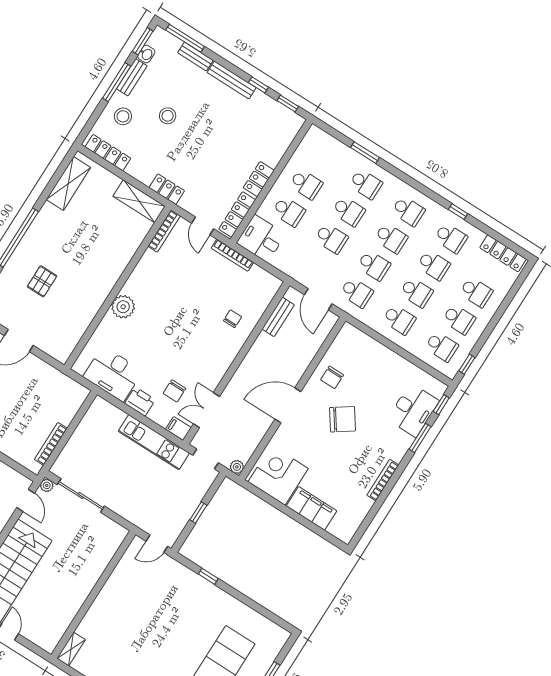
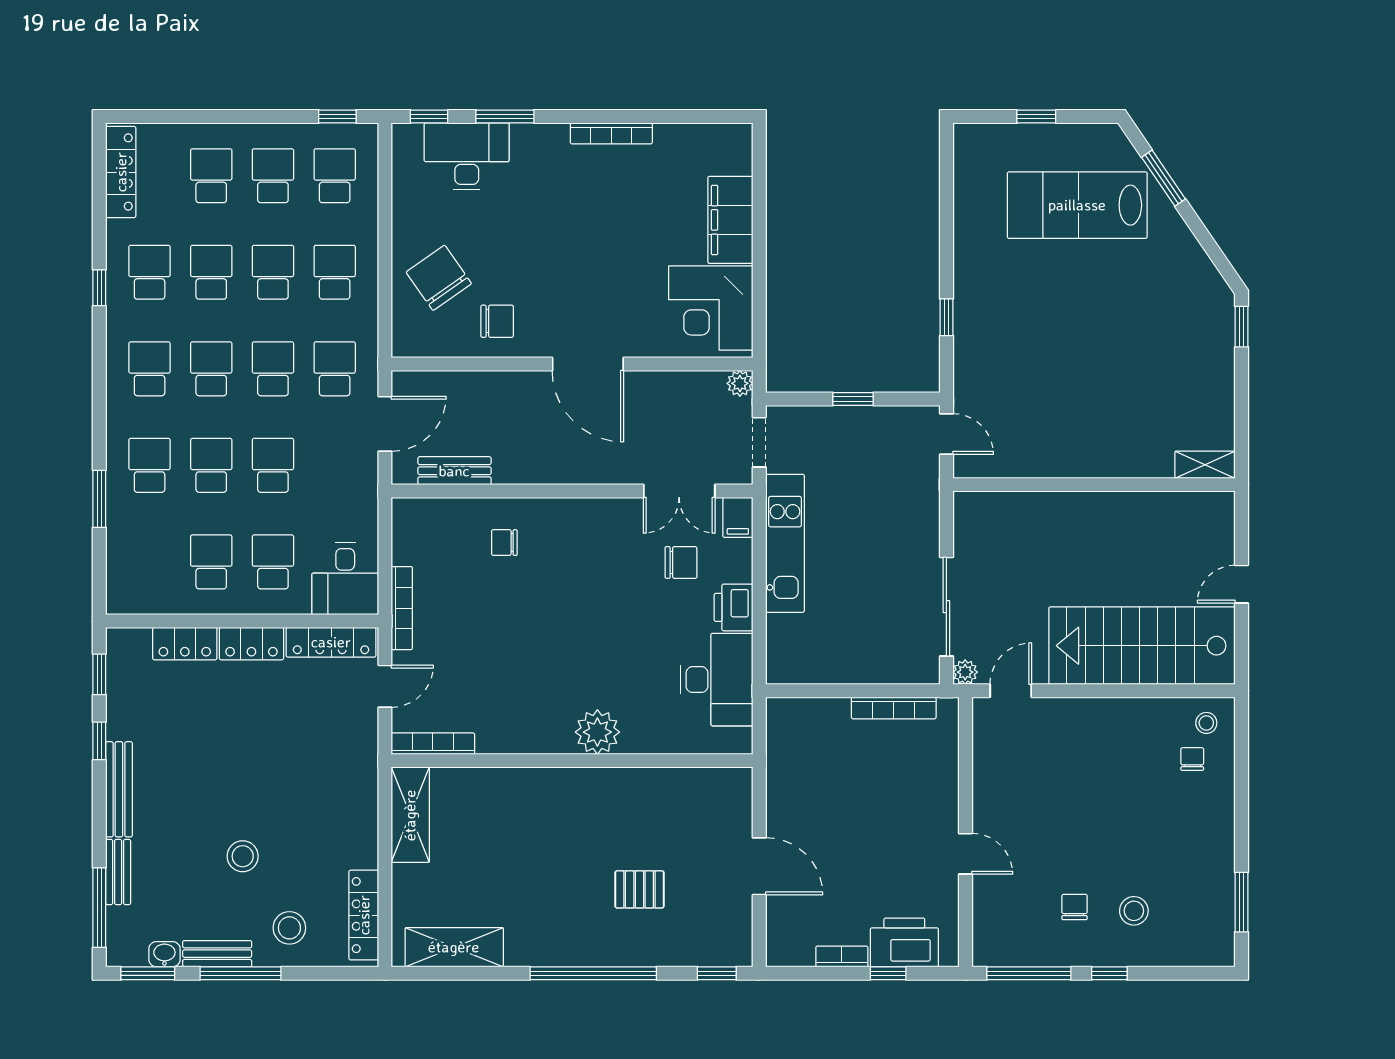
locker: (167, 189) -> (185, 644), moved, turned -90
chair: (343, 419) -> (439, 278), moved

